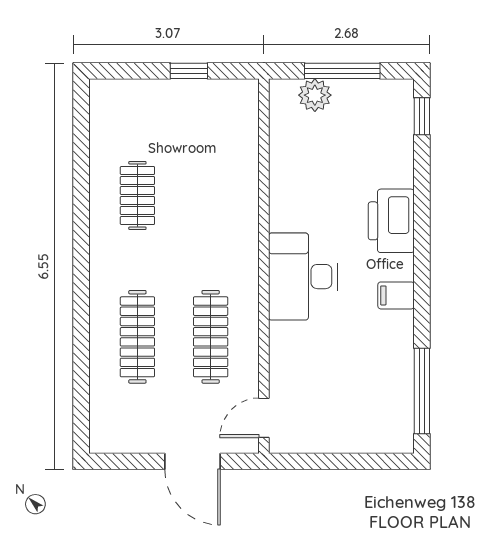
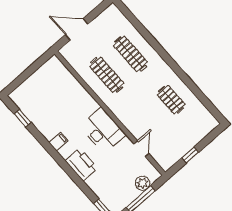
desk: (303, 277) -> (103, 131), moved
window: (422, 391) -> (23, 118), width x0.46
door: (264, 418) -> (141, 149), moved

